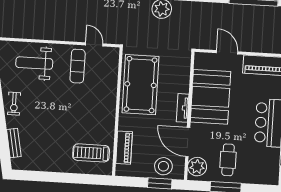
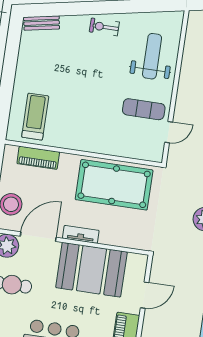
bench: (14, 143) -> (42, 23), moved

